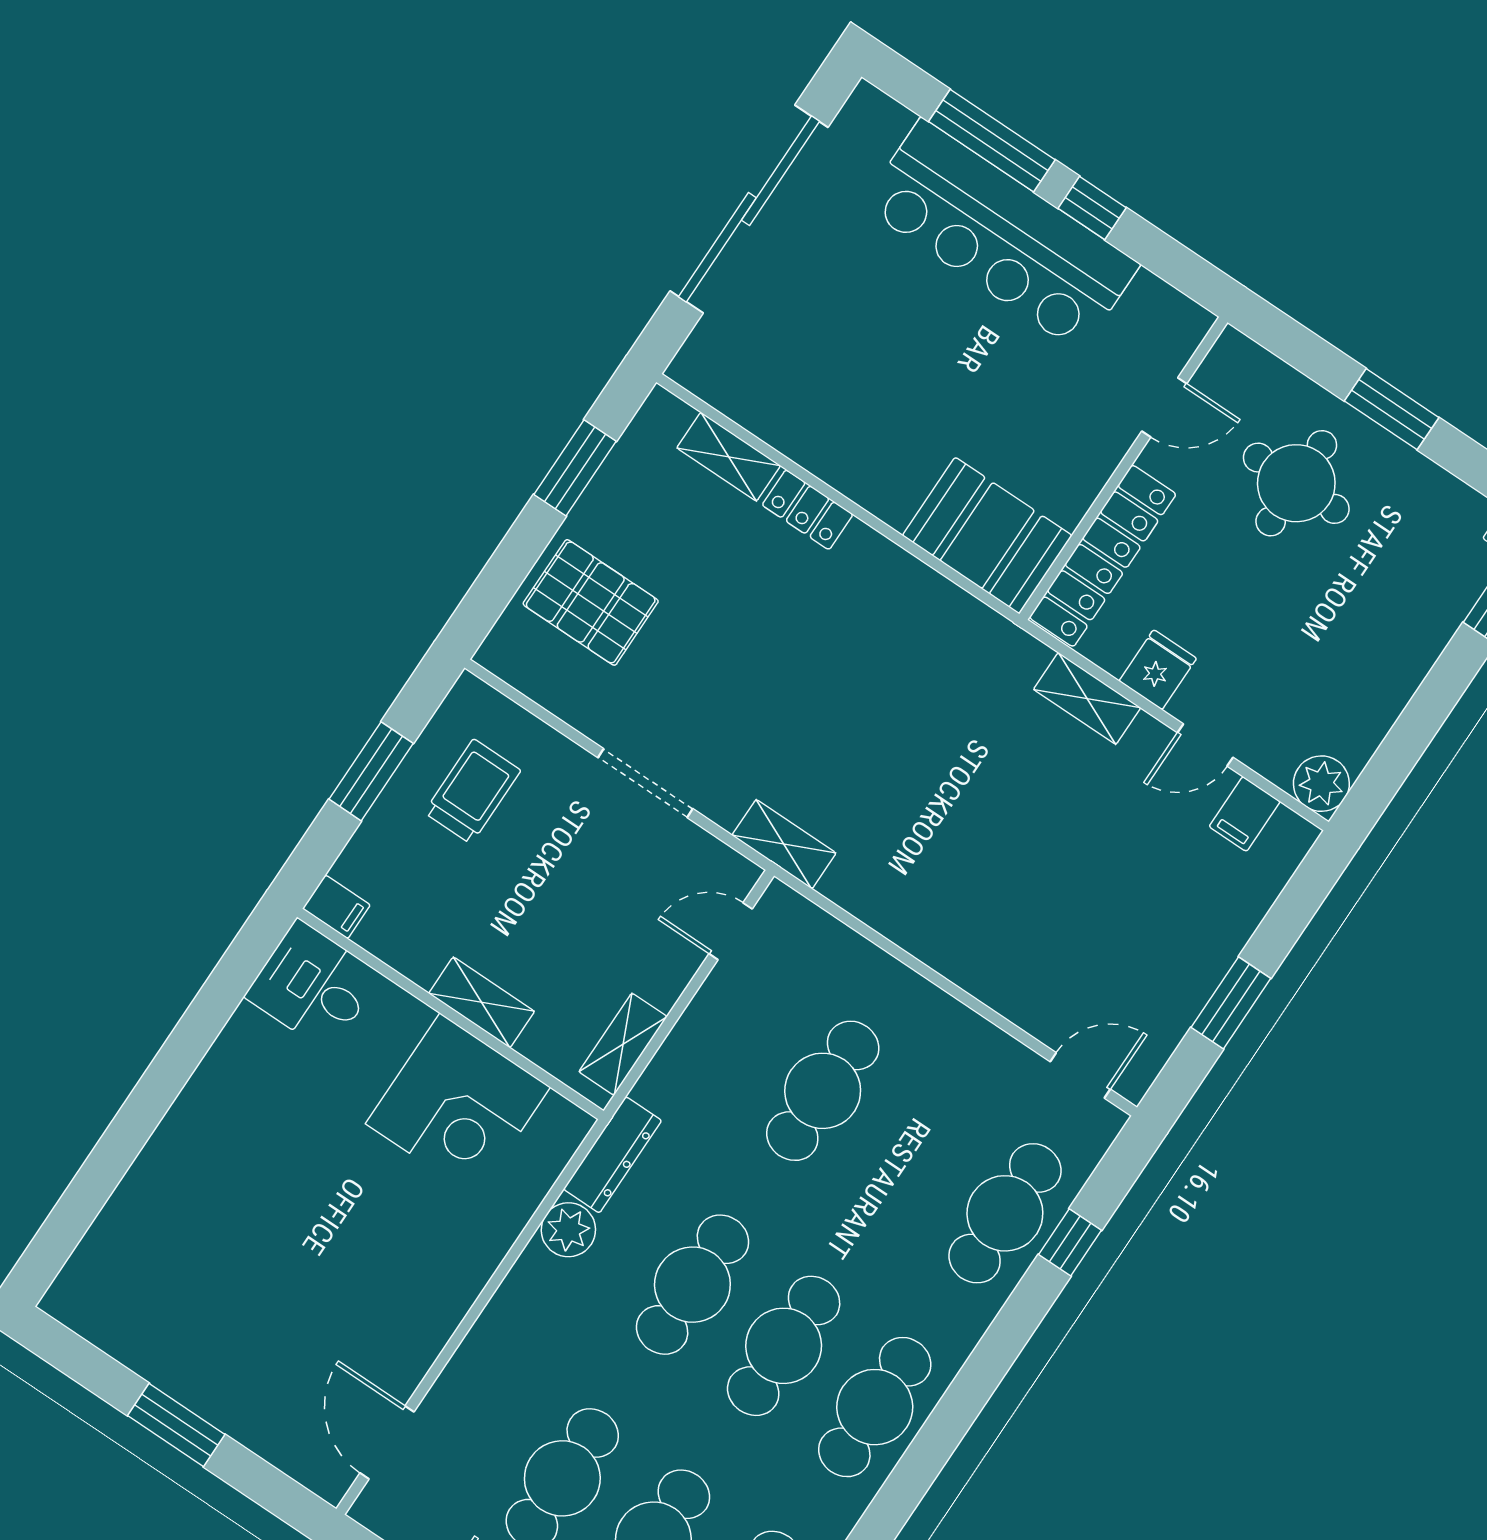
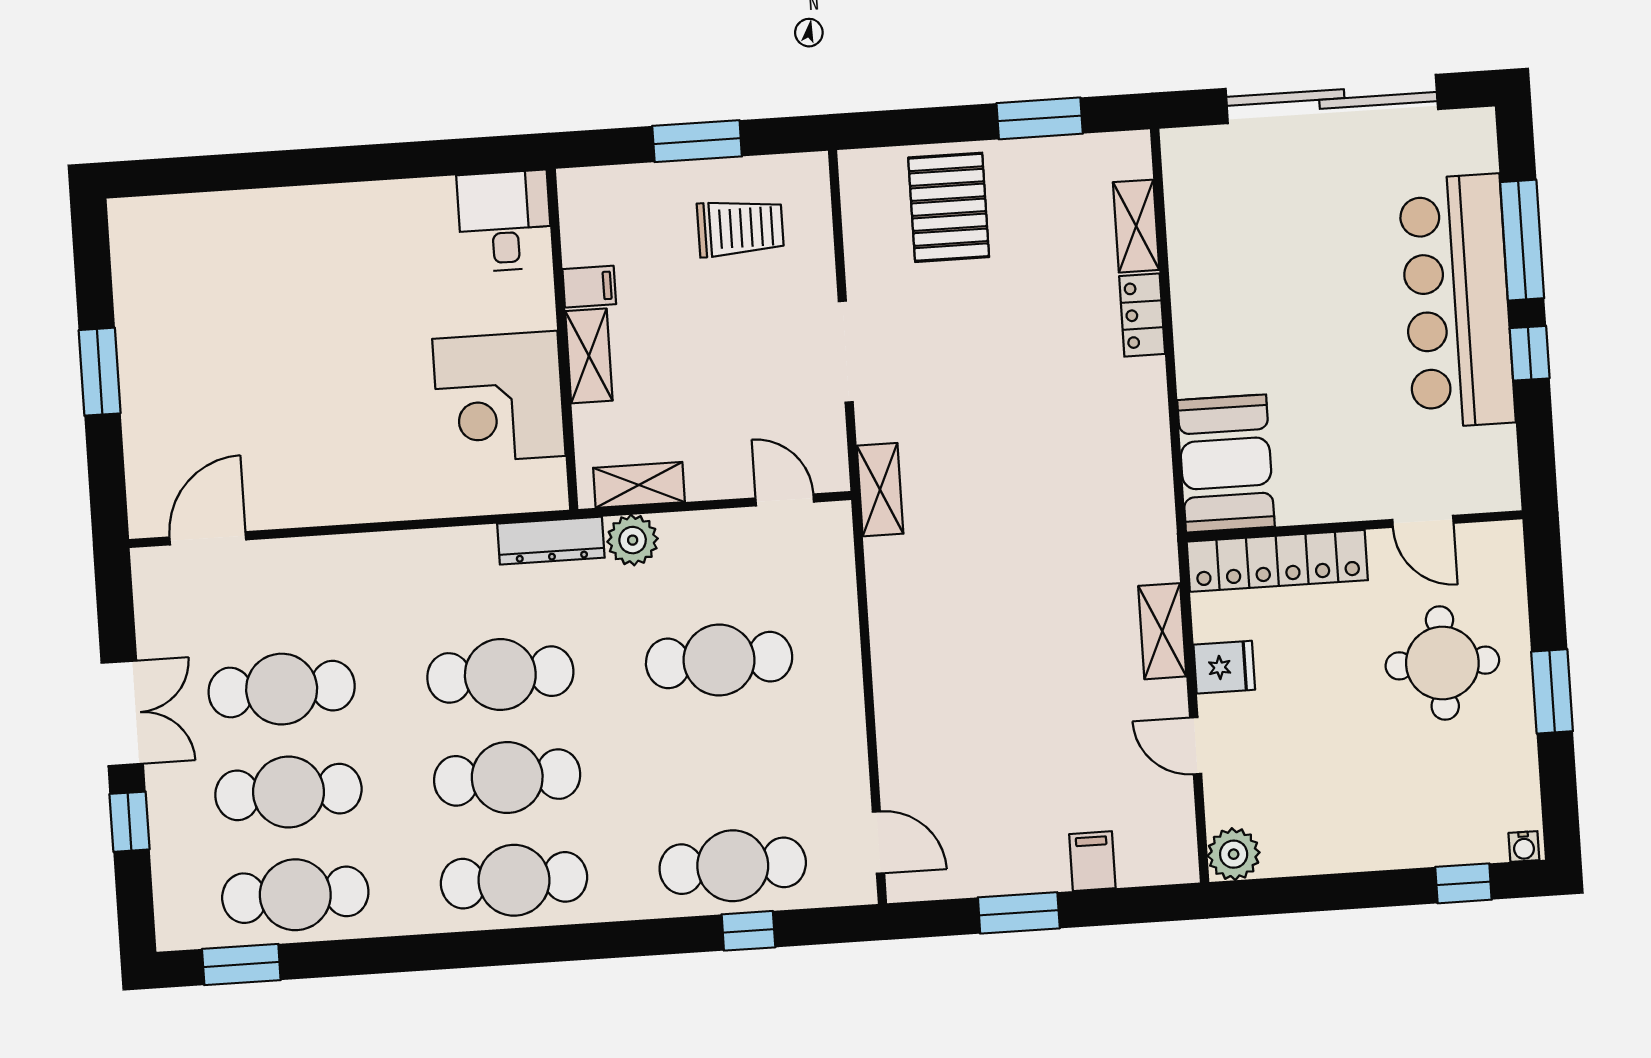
filing cabinet: (1245, 814) -> (1092, 861), moved, turned 90
filing cabinet: (336, 907) -> (589, 287), moved, turned -90
plant: (568, 1230) -> (633, 540), moved

